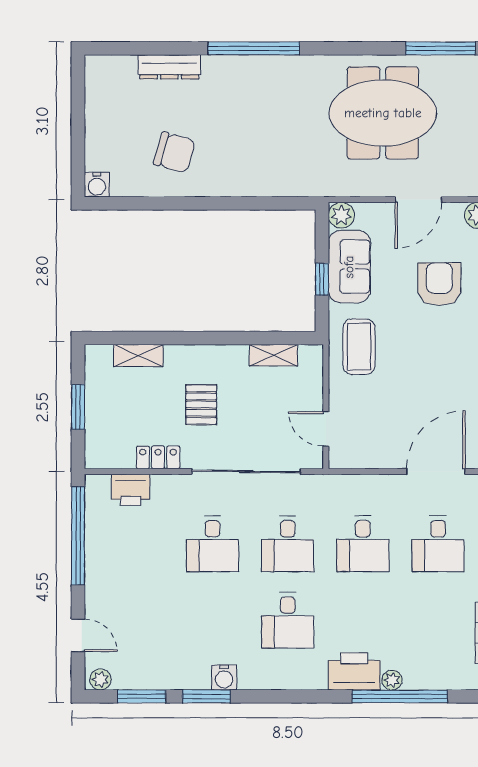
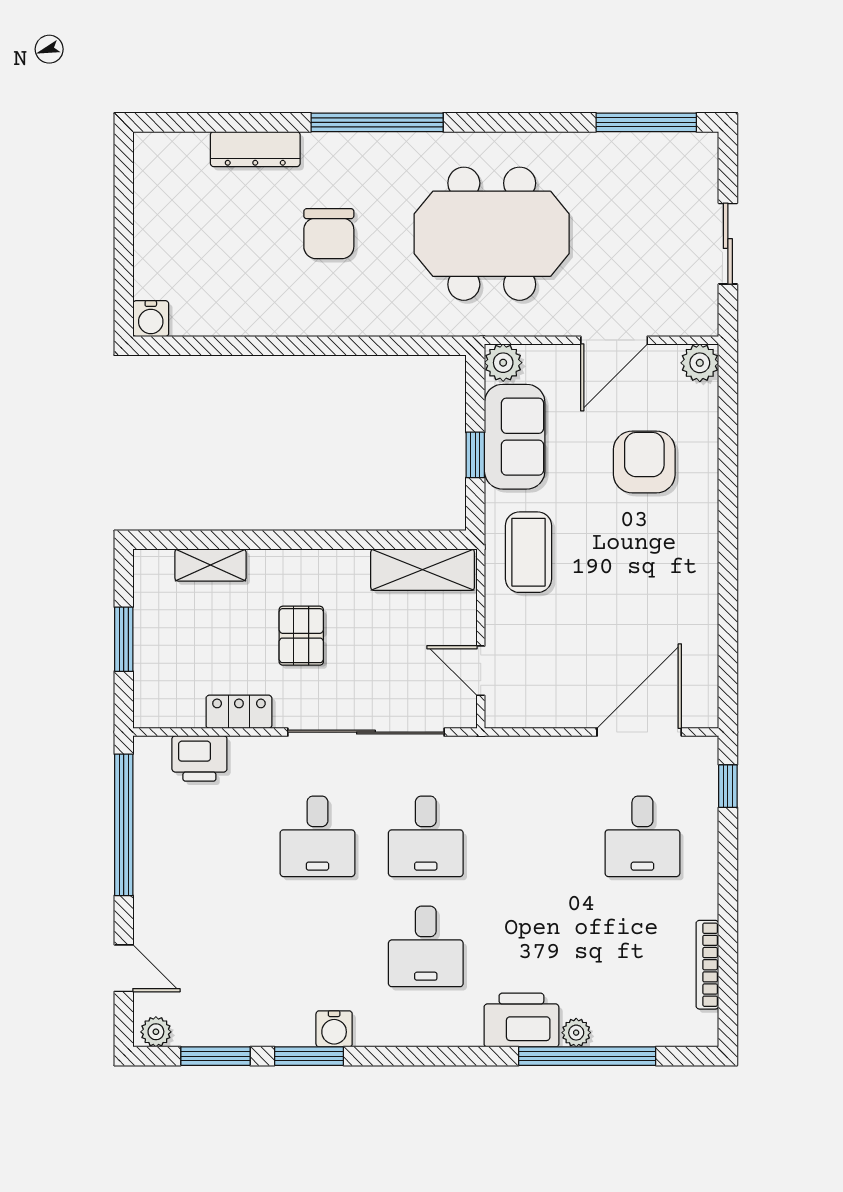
meeting table: (383, 113) -> (492, 234), moved
chair: (174, 152) -> (329, 234), moved, turned 74
shelving: (273, 355) -> (423, 570), width x1.50, depth x1.33
desk: (363, 544) -> (534, 836), removed

